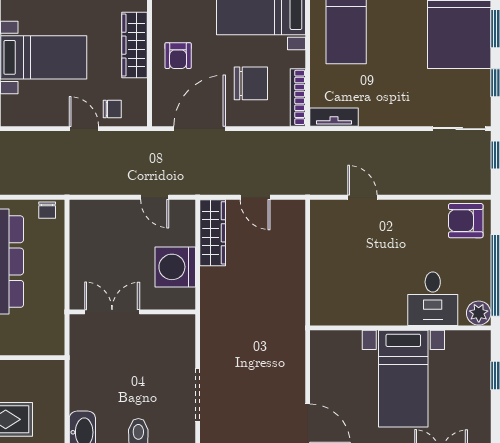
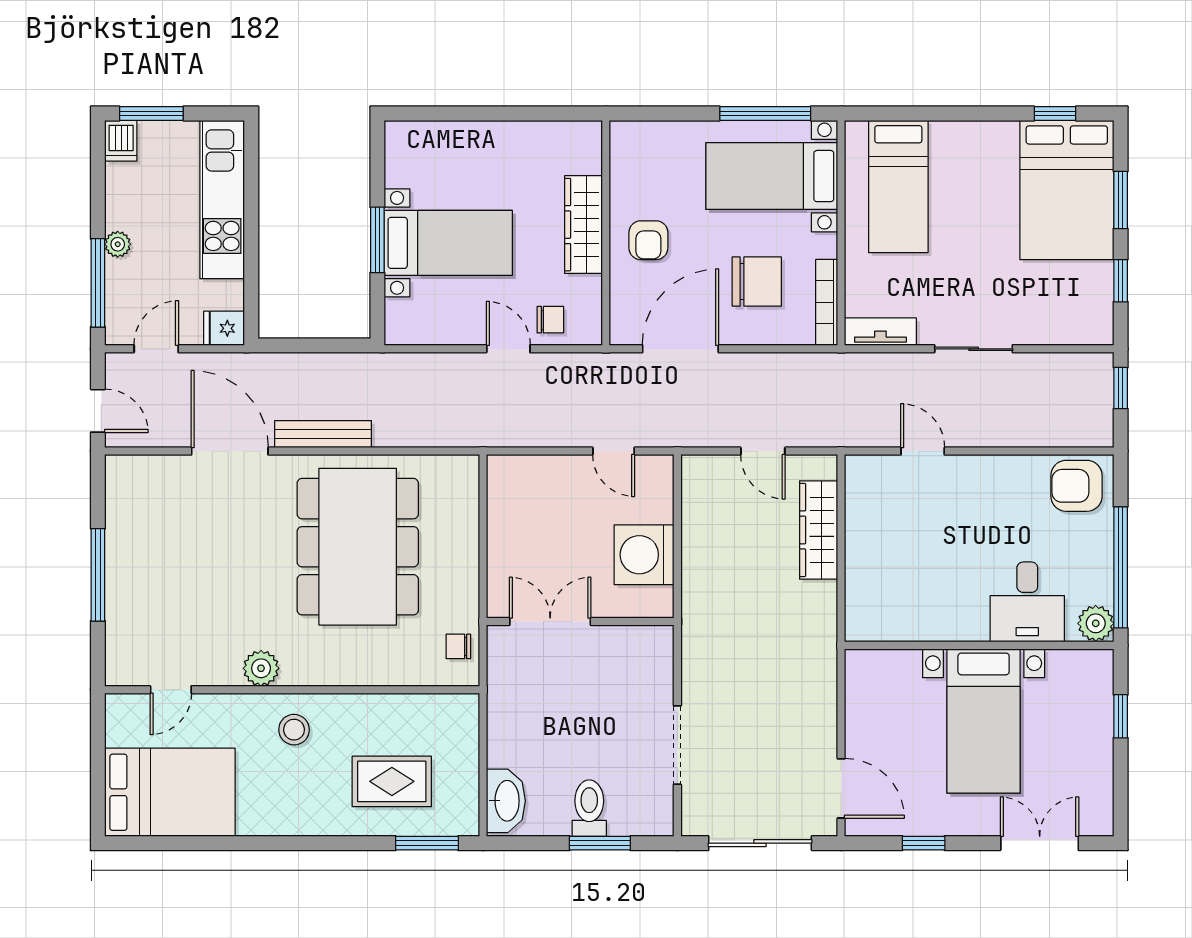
sliding door: (459, 129) -> (974, 349), moved
chair: (47, 210) -> (458, 646), moved, turned 90
wardrobe: (213, 233) -> (819, 530), moved, turned 180

